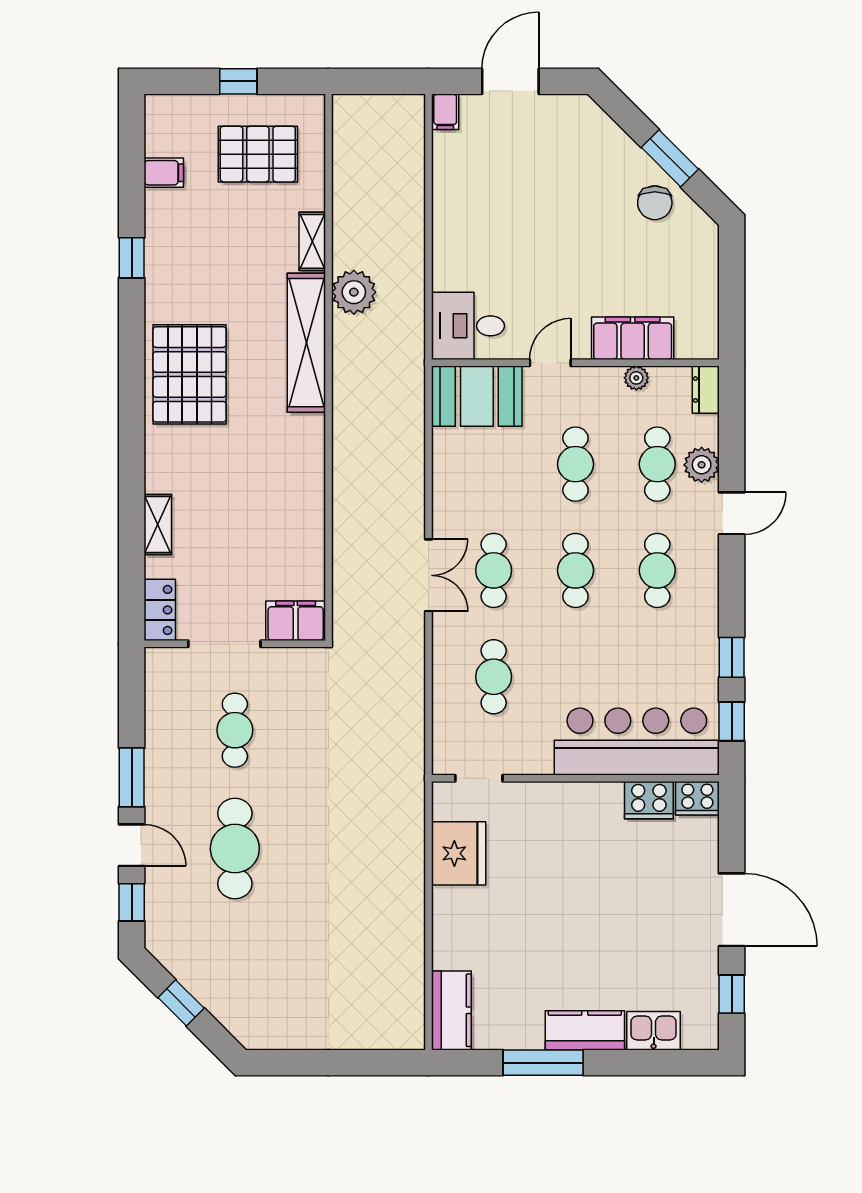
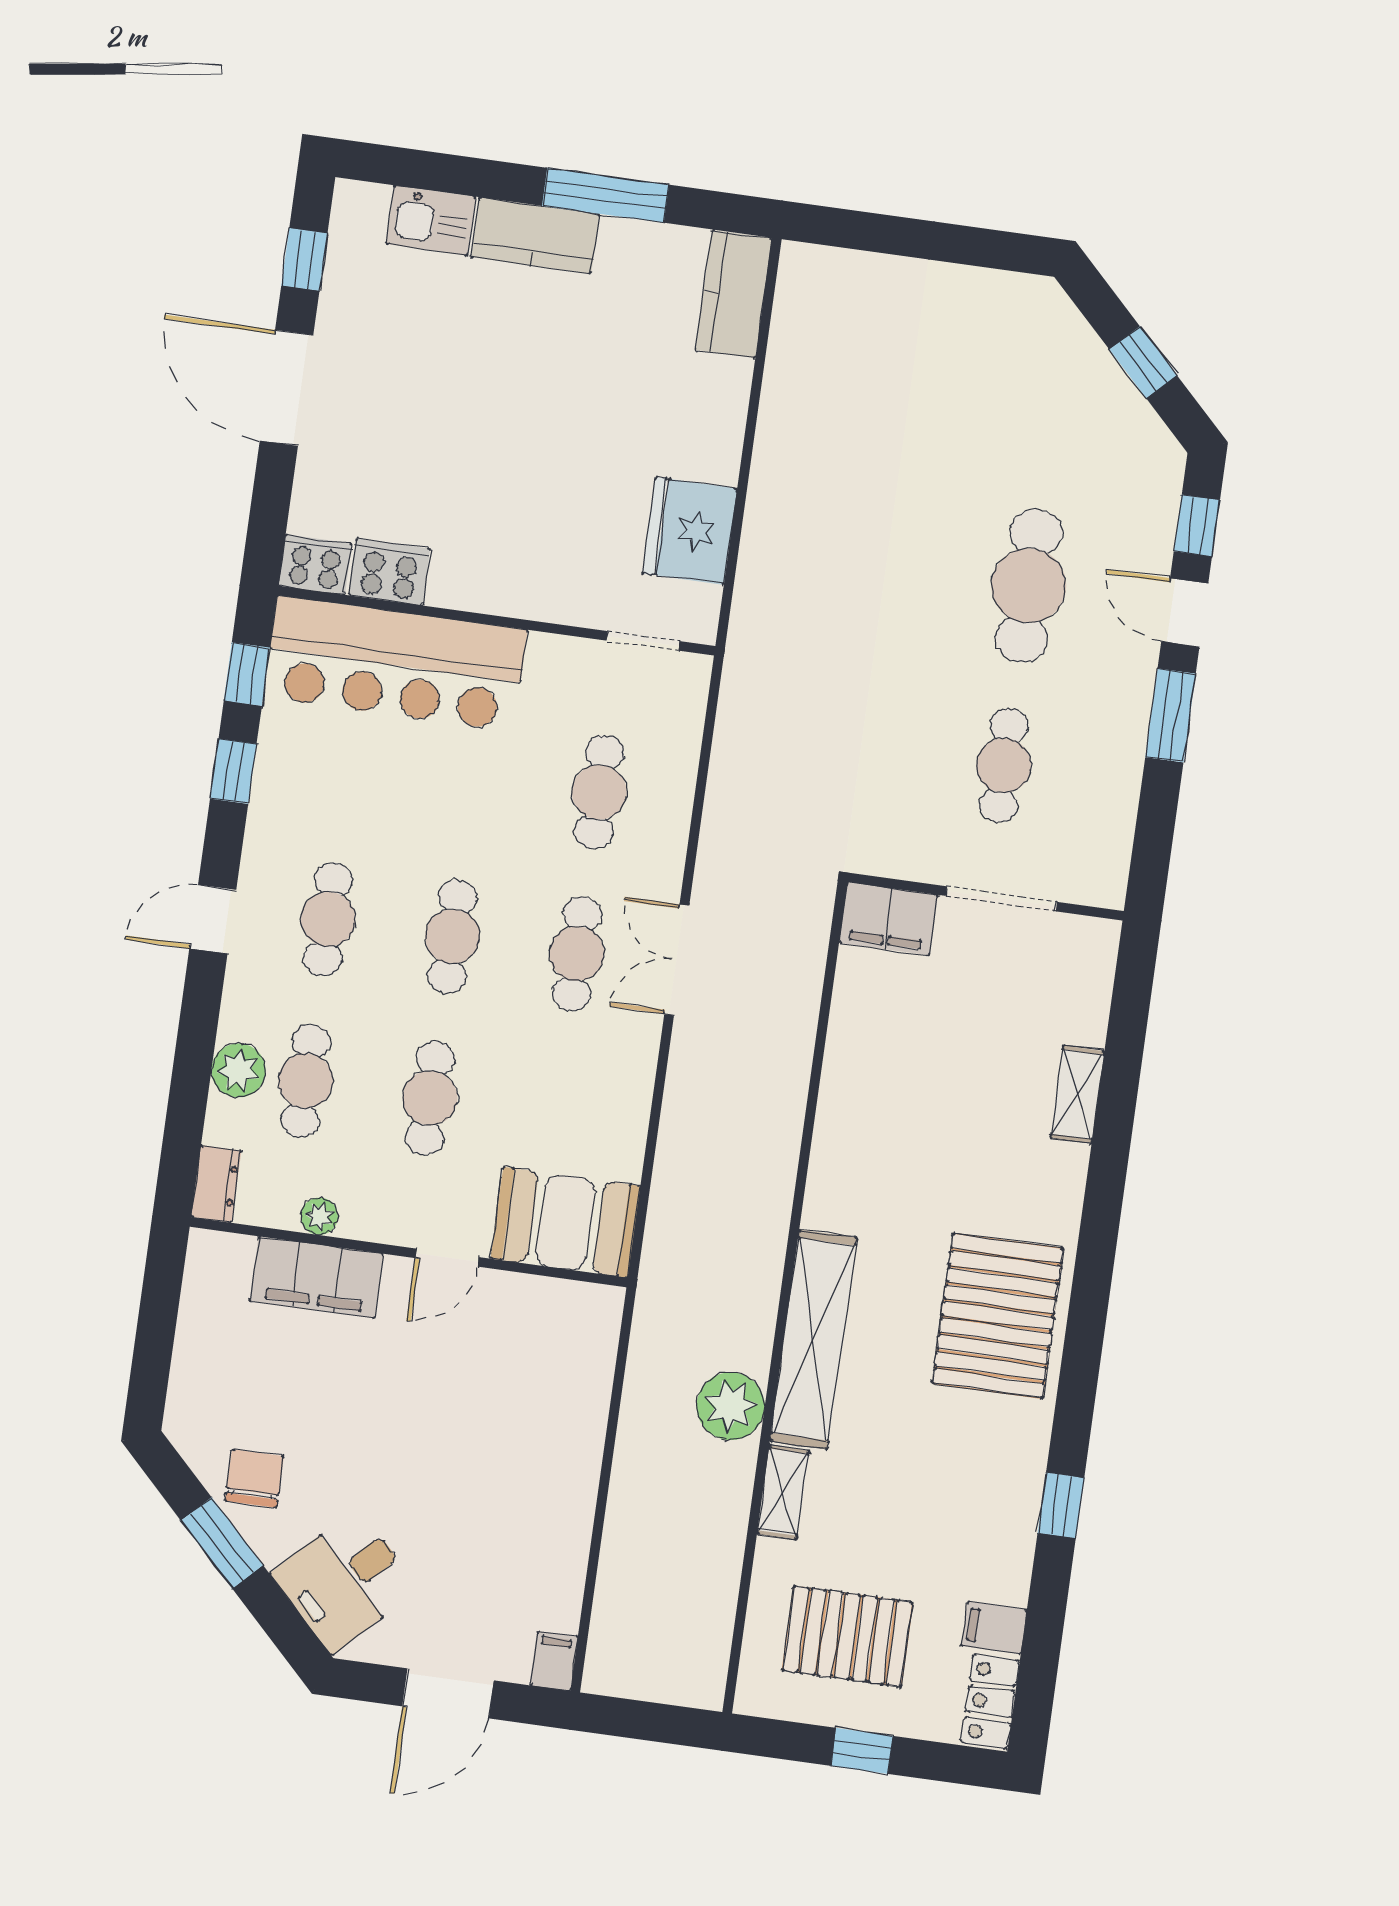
desk: (468, 326) -> (345, 1581), moved, turned 135
door: (732, 513) -> (213, 919), moved
locker: (160, 610) -> (990, 1702), moved

